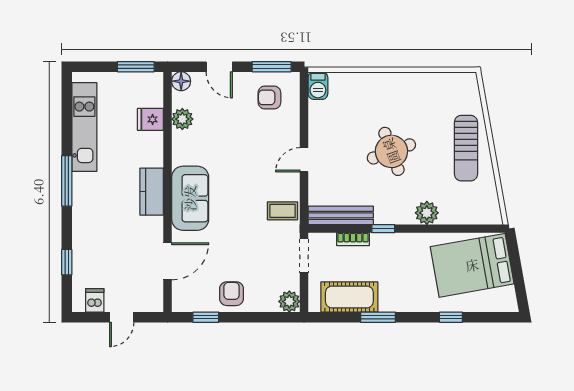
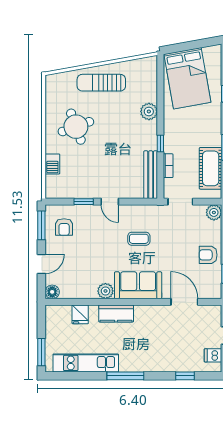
window: (136, 67) -> (41, 352), moved
barbecue: (318, 86) -> (52, 164), moved, turned 90
plant: (182, 119) -> (105, 291), moved
window: (304, 124) -> (84, 202), added
sun lounger: (466, 148) -> (101, 83), turned 180
round table: (391, 151) -> (76, 127), moved
kitchen counter: (152, 192) -> (116, 313), moved
coffee table: (283, 211) -> (139, 239), moved, turned 90

